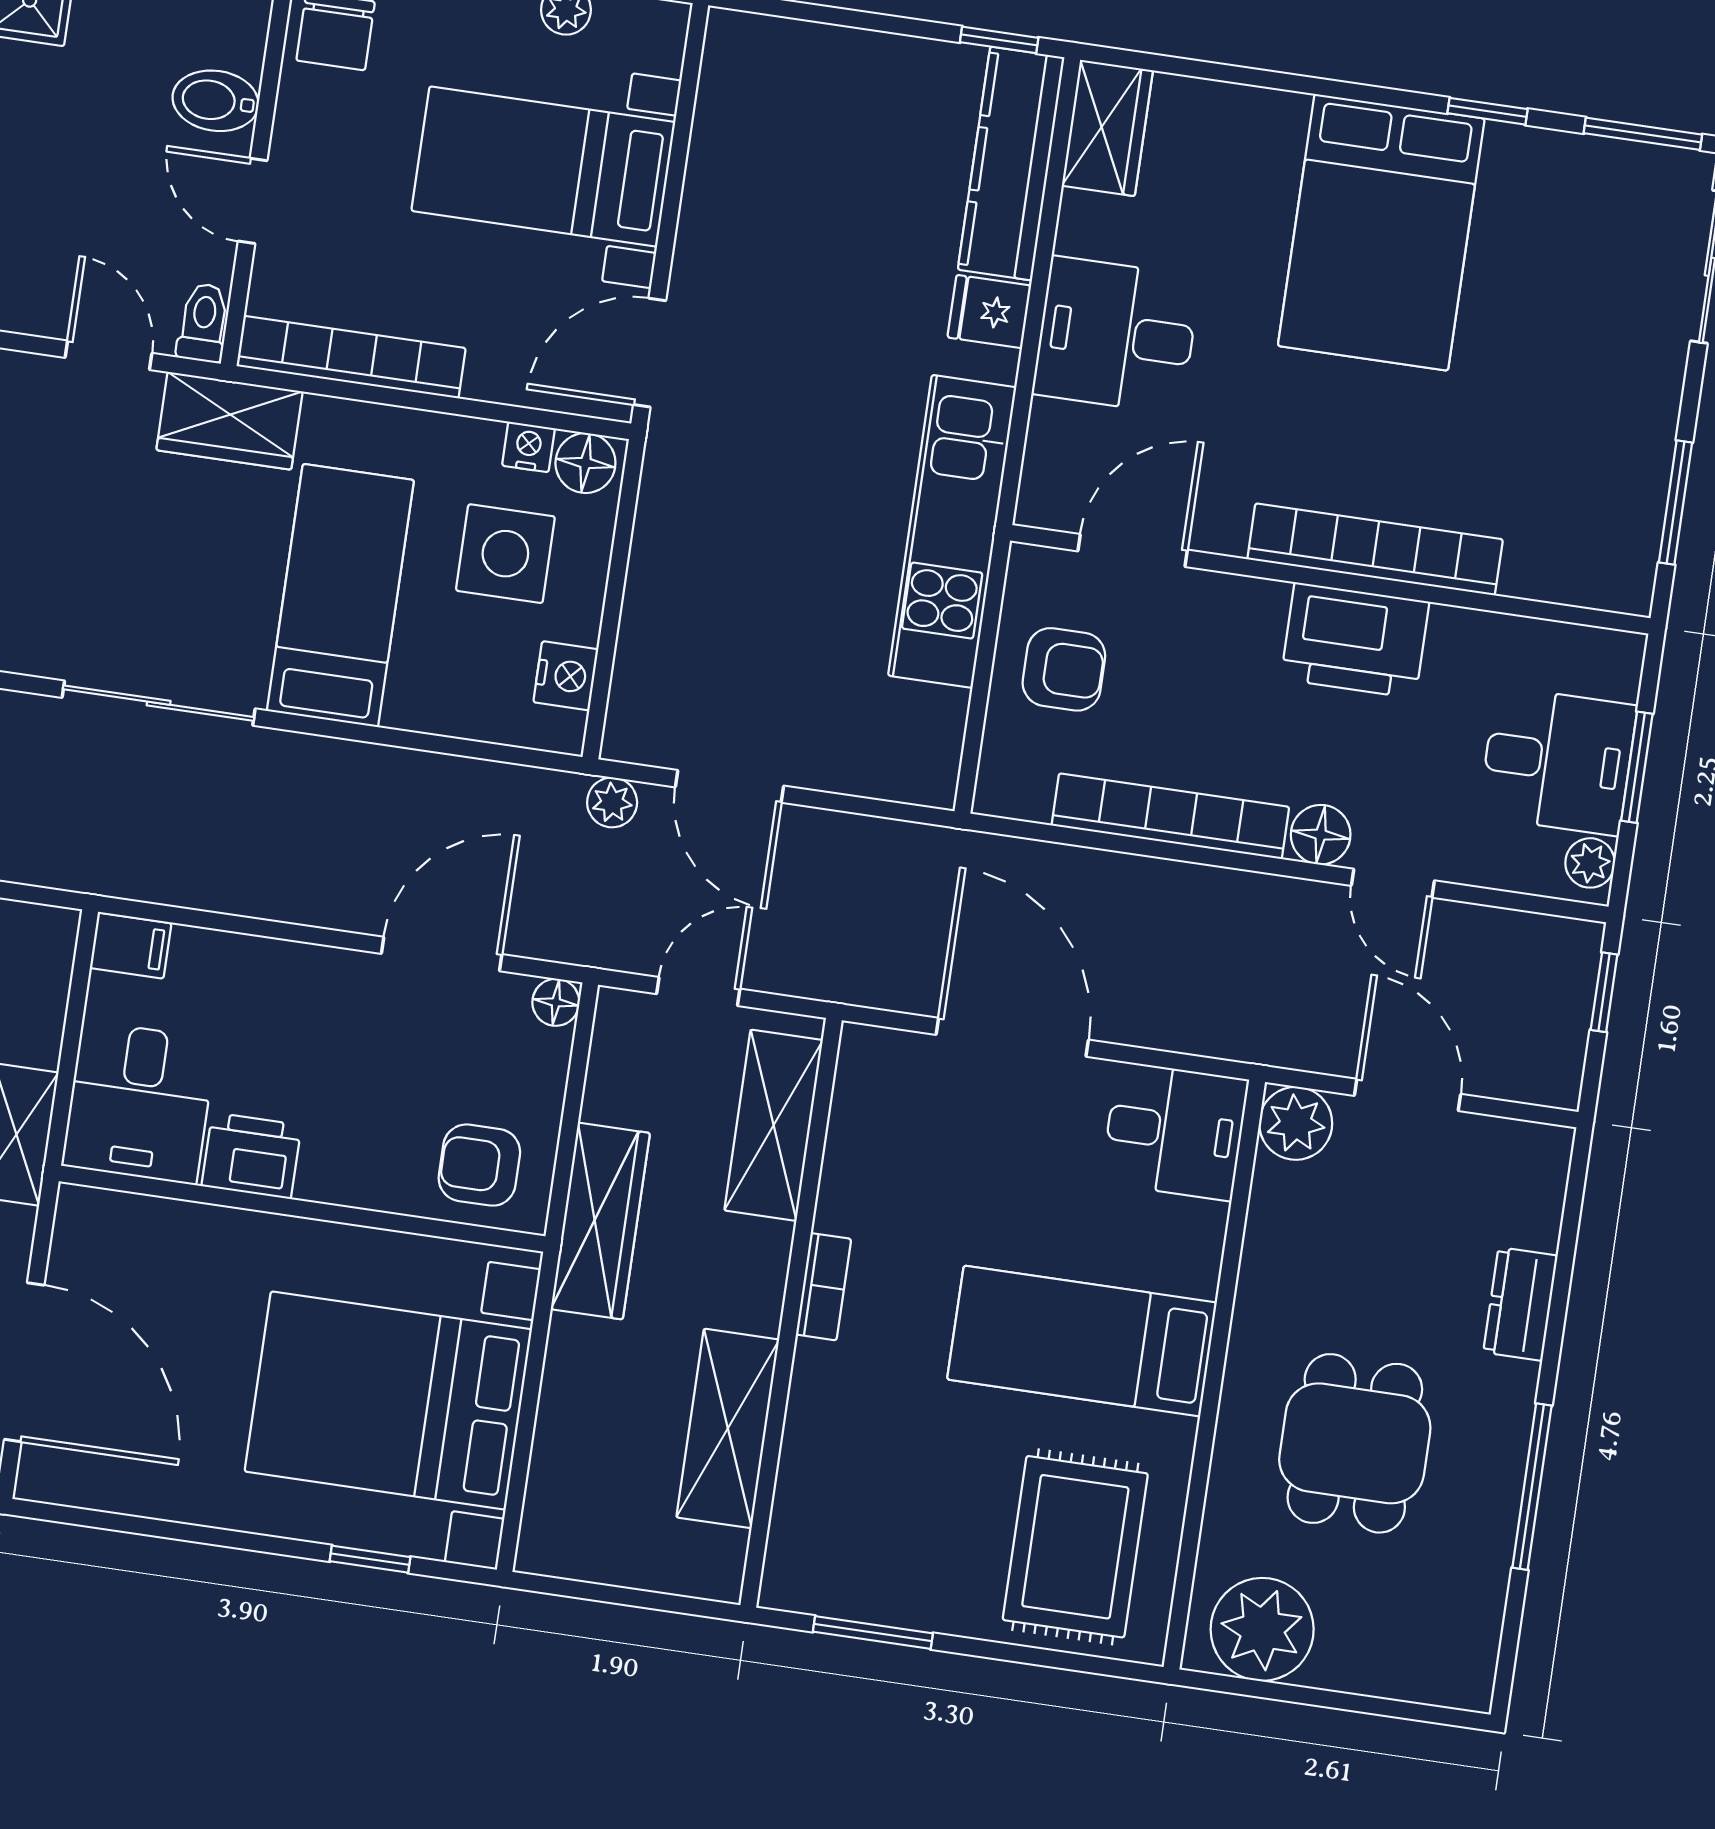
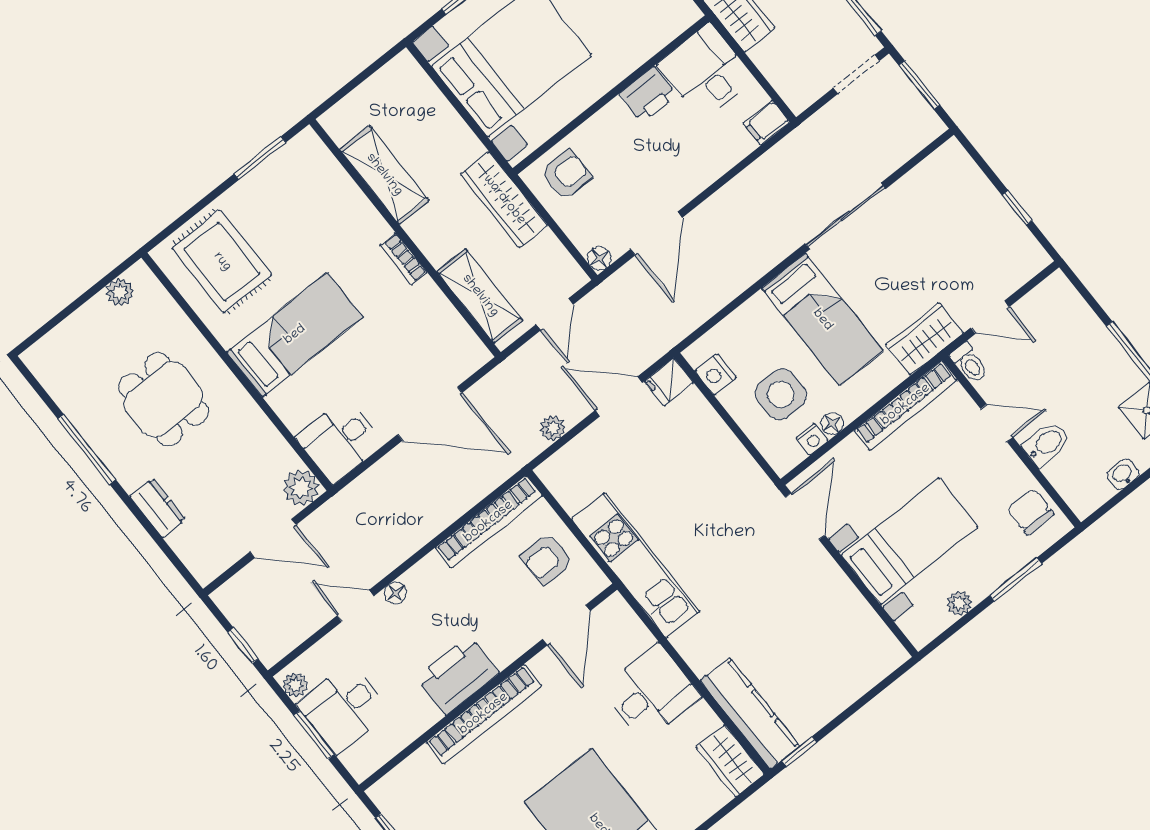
fridge: (989, 312) -> (669, 382), moved, turned 180
floor lamp: (585, 463) -> (832, 424), moved, width x0.73, depth x0.73
plant: (612, 802) -> (553, 428), moved
bookcase: (1170, 816) -> (489, 522), moved
floor lamp: (1321, 835) -> (395, 593), width x0.73, depth x0.73
plant: (1262, 1629) -> (120, 292), width x0.53, depth x0.53

